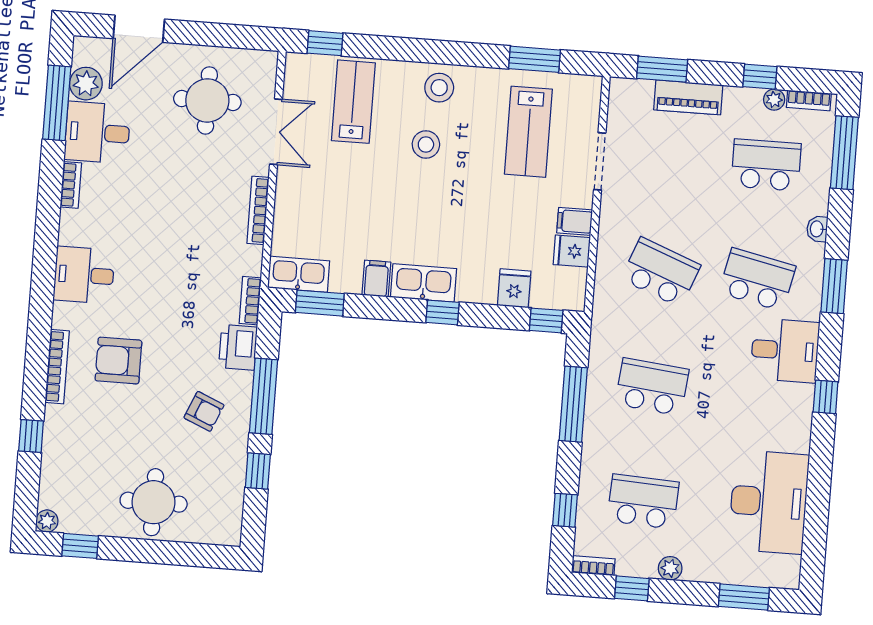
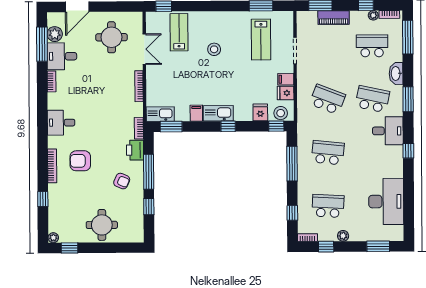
stool: (439, 88) -> (281, 113), moved
washbasin: (817, 229) -> (396, 73), width x1.91, depth x1.45

